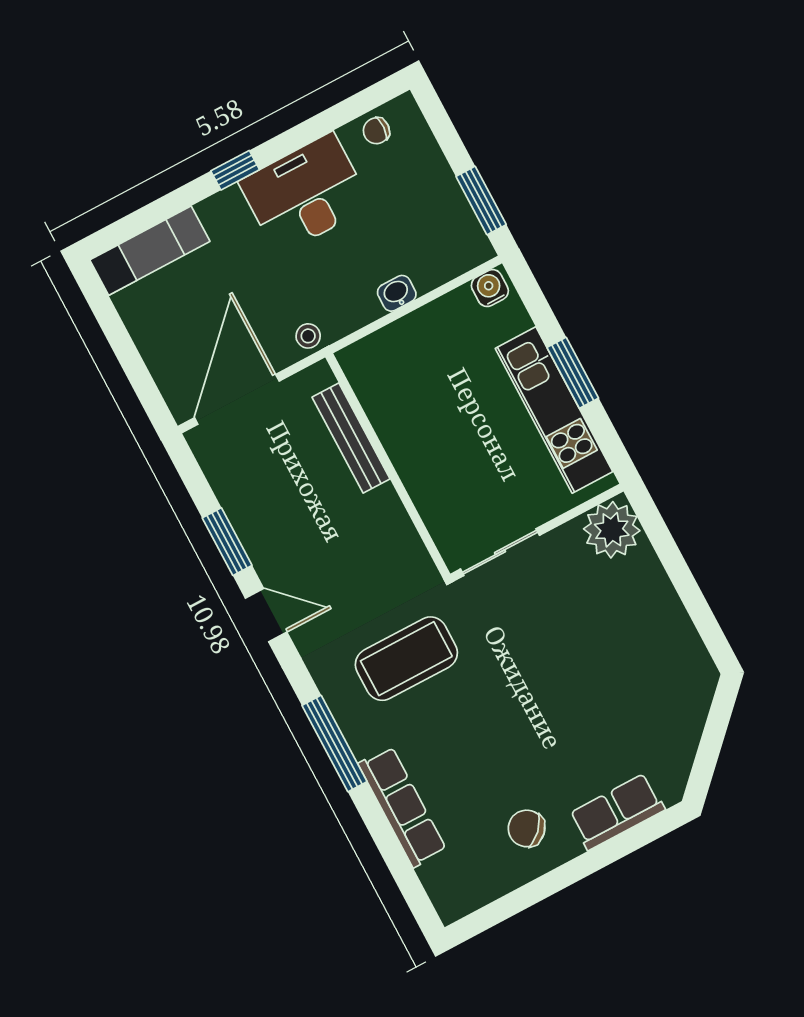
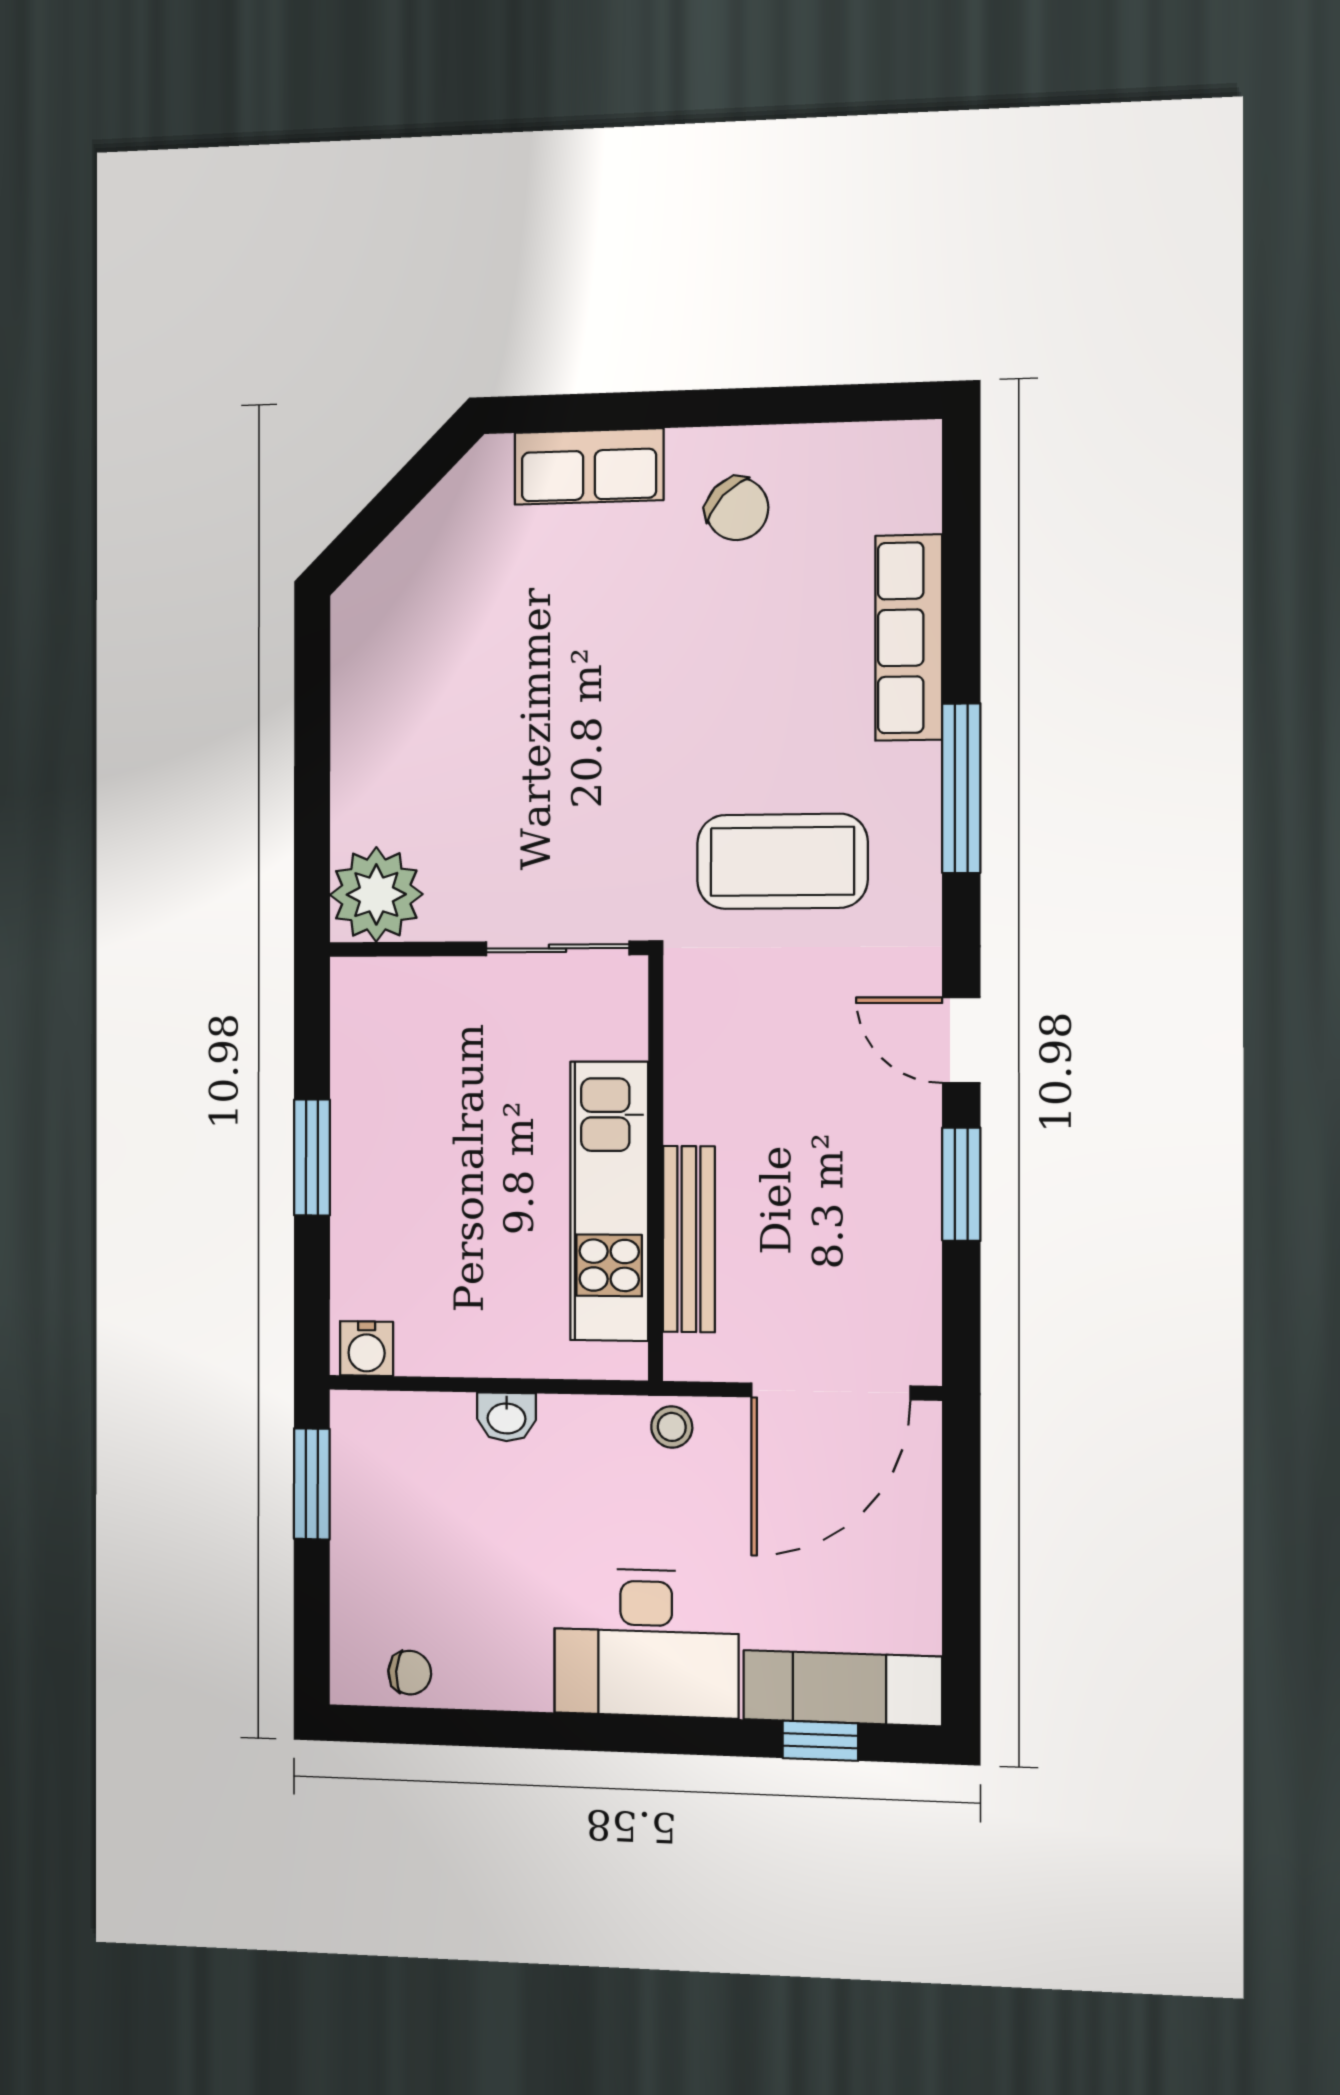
window: (235, 170) -> (820, 1741), moved
desk: (305, 194) -> (646, 1643), moved
kitchen unit: (554, 410) -> (609, 1201), moved, turned 180

